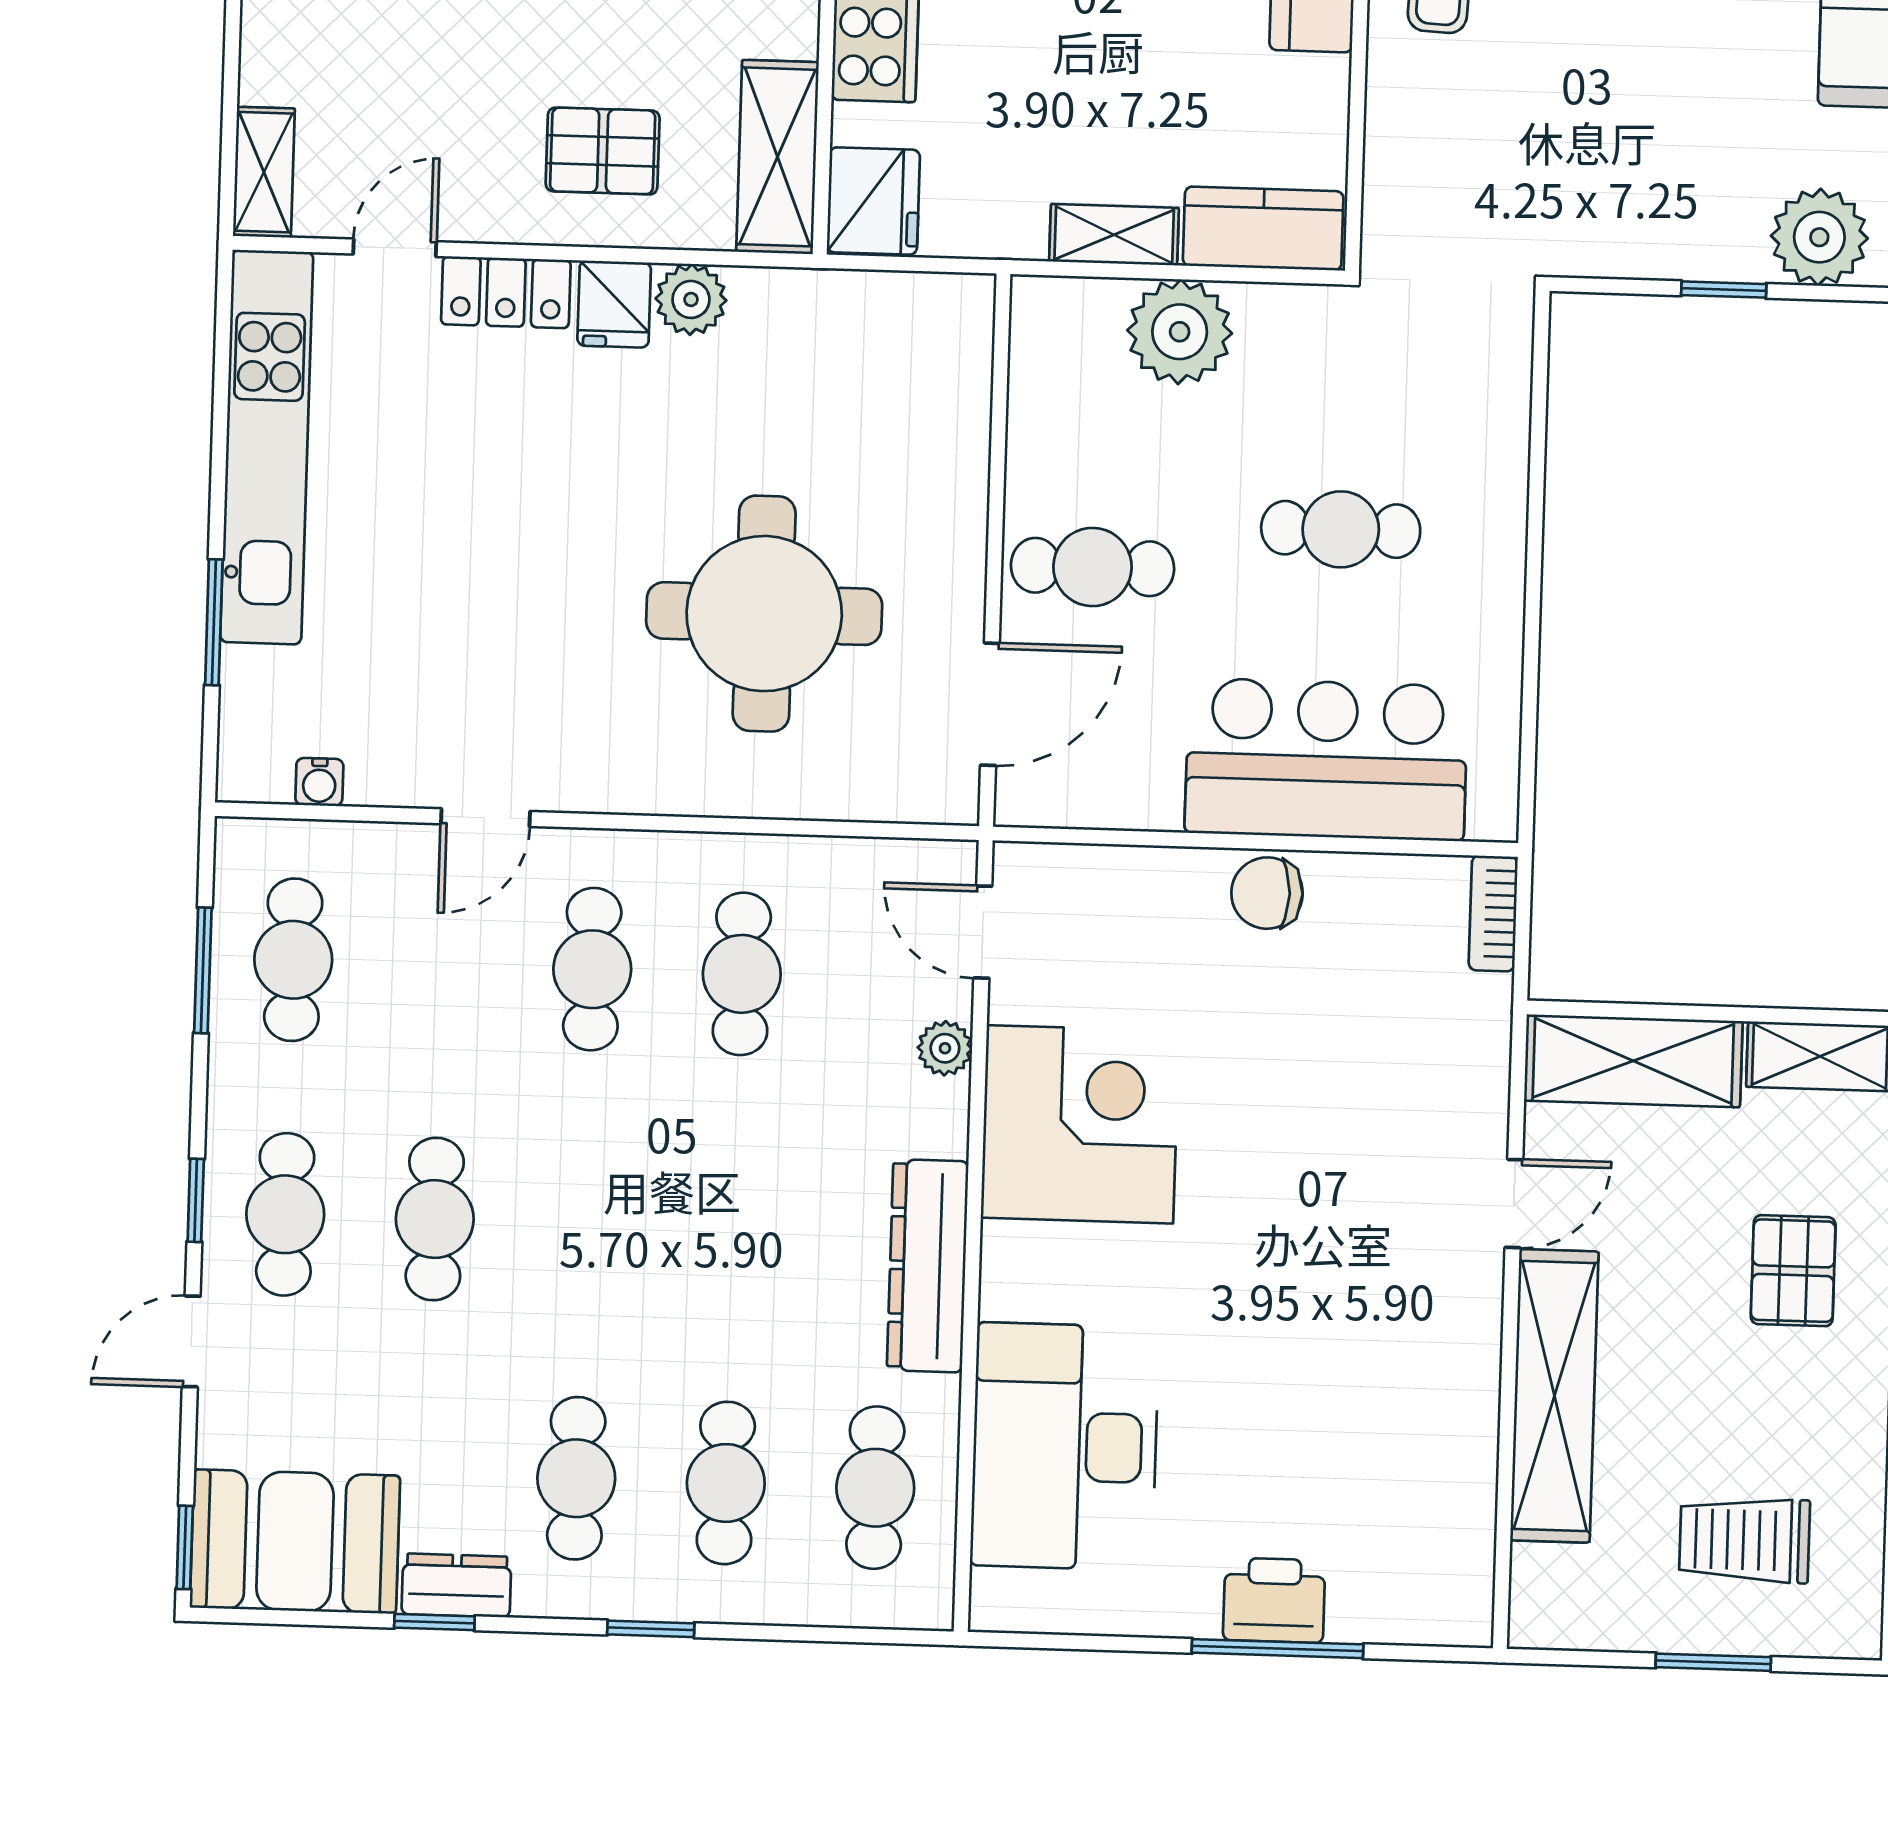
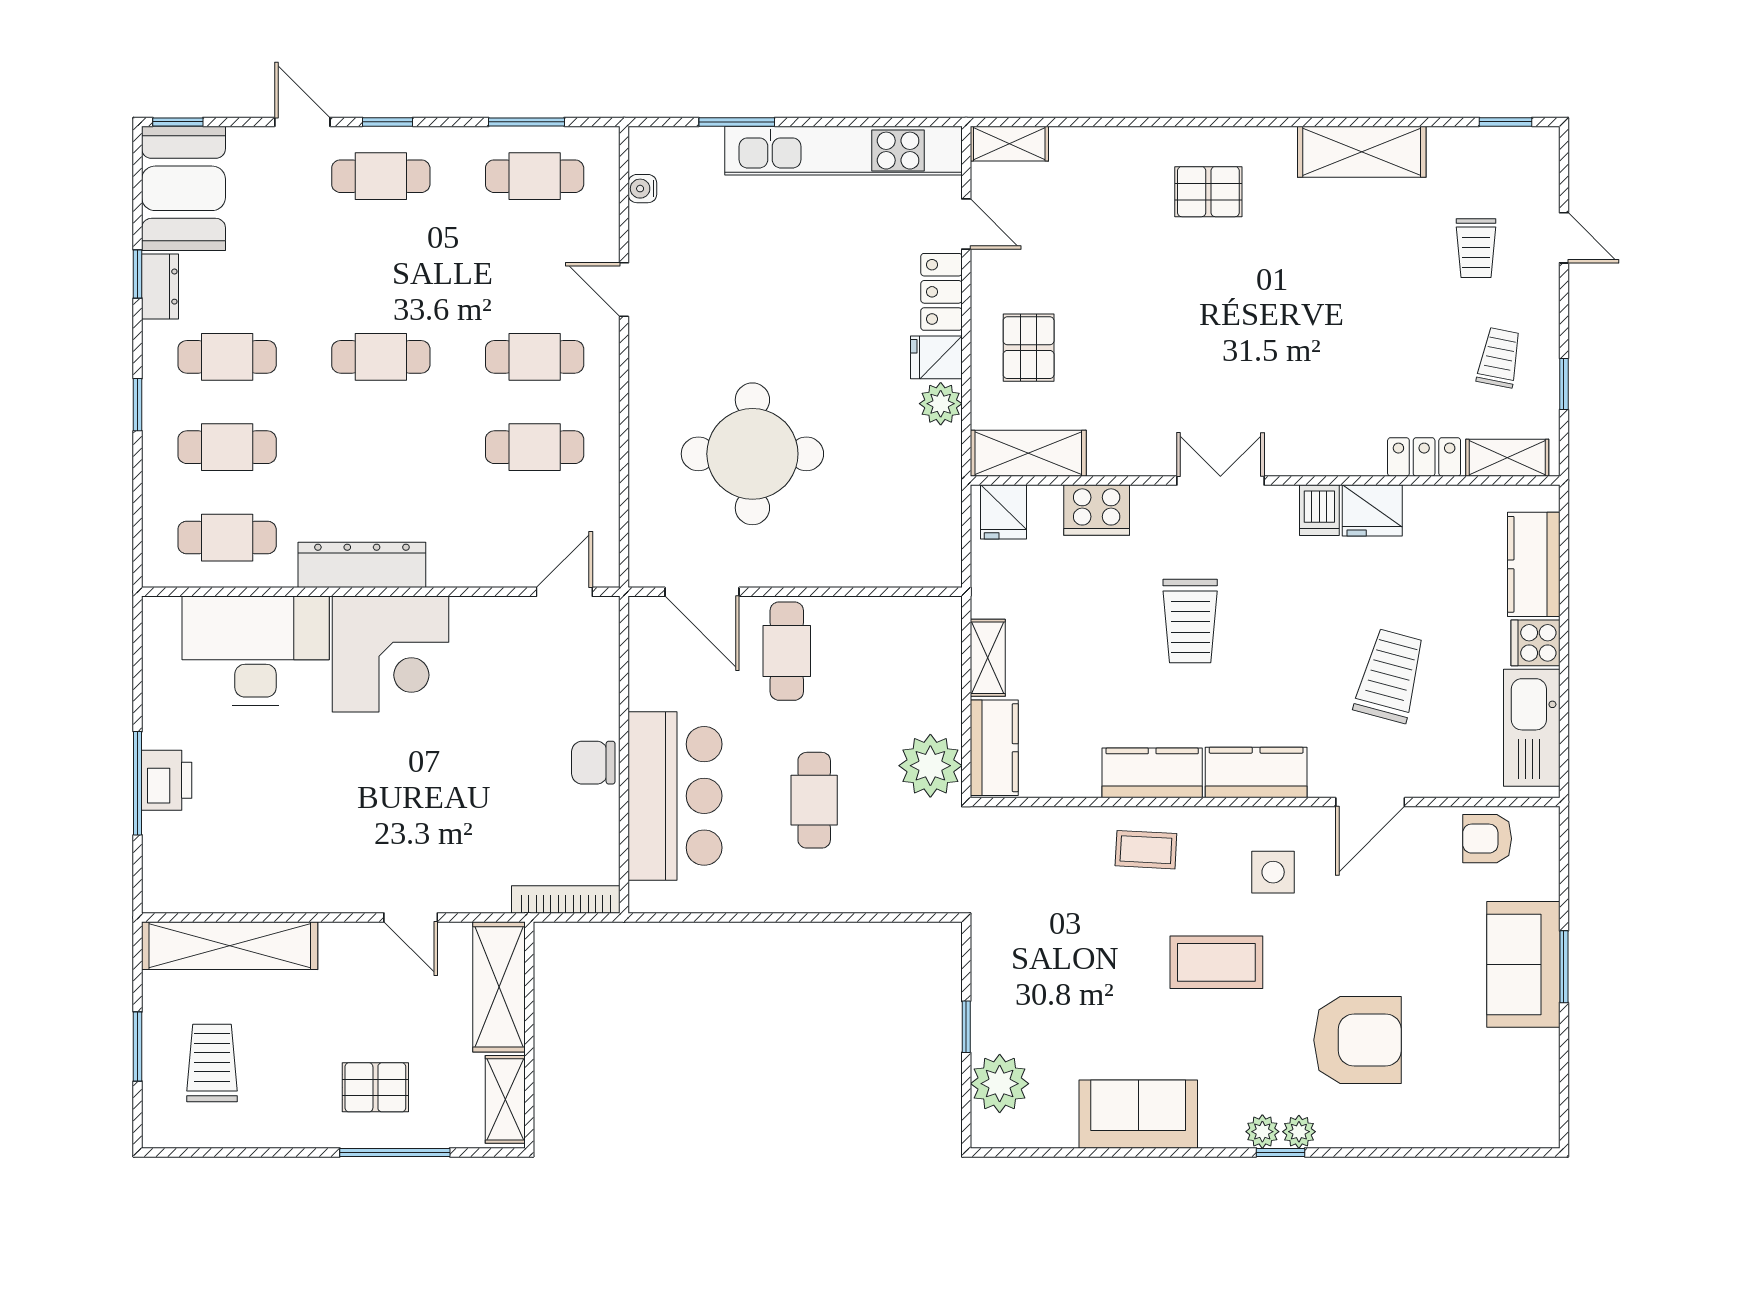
fridge: (873, 201) -> (1003, 512), width x0.72
plant: (1180, 332) -> (930, 766), moved
chair: (1267, 893) -> (593, 763), turned -90
bookcase: (1493, 913) -> (566, 900), width x1.56
plant: (945, 1048) -> (494, 571), removed
corner desk: (1080, 1124) -> (390, 654), moved
cafe table: (435, 1219) -> (381, 357), moved
shelving: (1554, 1396) -> (230, 946), moved

